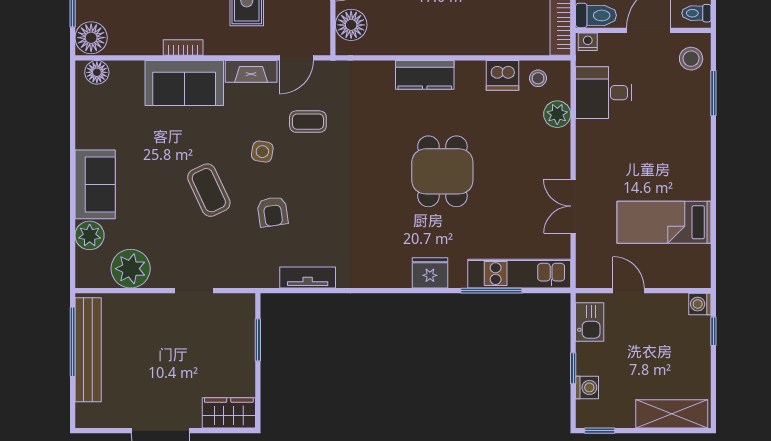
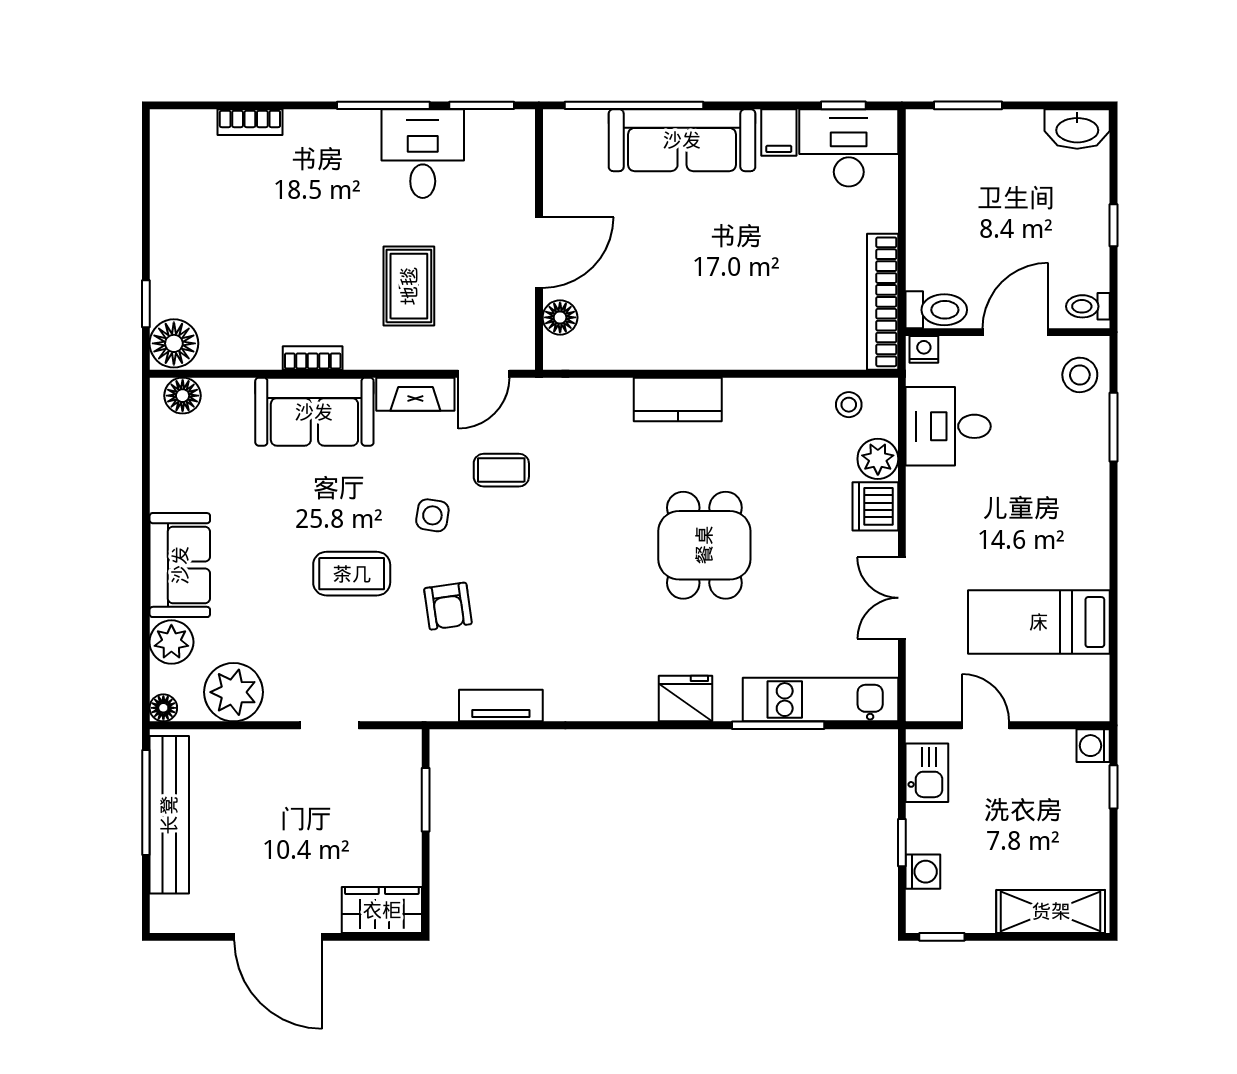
floor lamp: (351, 25) -> (560, 317), width x0.73, depth x0.73
dishwasher: (502, 75) -> (875, 506), moved, turned 90
coffee table: (209, 190) -> (352, 574), turned -65
floor lamp: (84, 279) -> (163, 708), added

